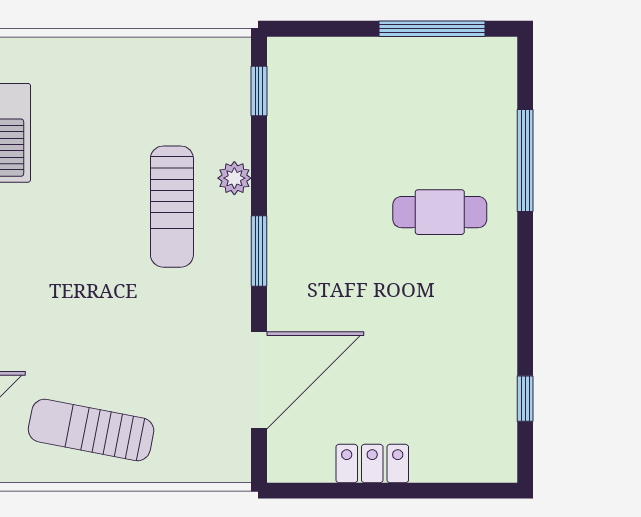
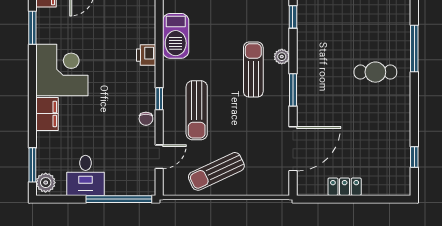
sun lounger: (172, 207) -> (253, 70), turned 180
sun lounger: (48, 296) -> (197, 110), added
sun lounger: (91, 430) -> (216, 171), turned -36

